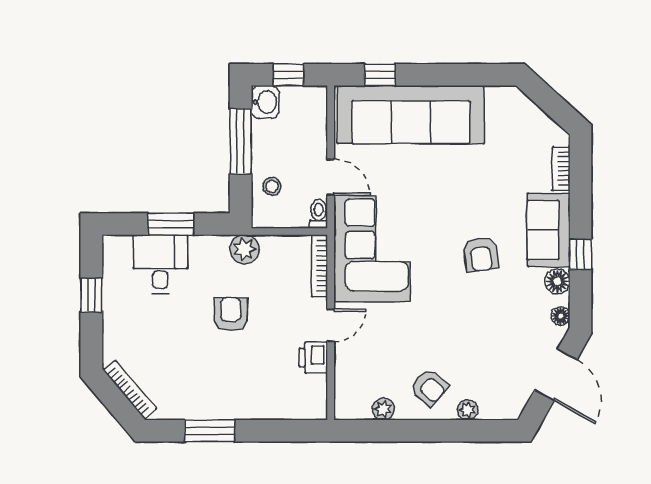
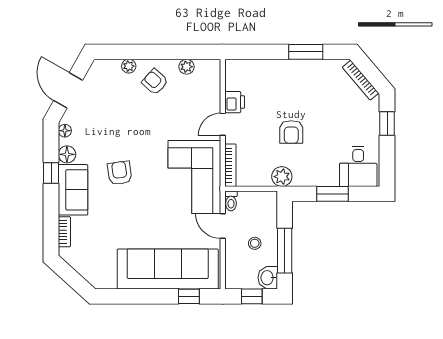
stool: (272, 186) -> (255, 243), moved
desk: (160, 264) -> (358, 166), moved
window: (91, 295) -> (387, 123), moved

